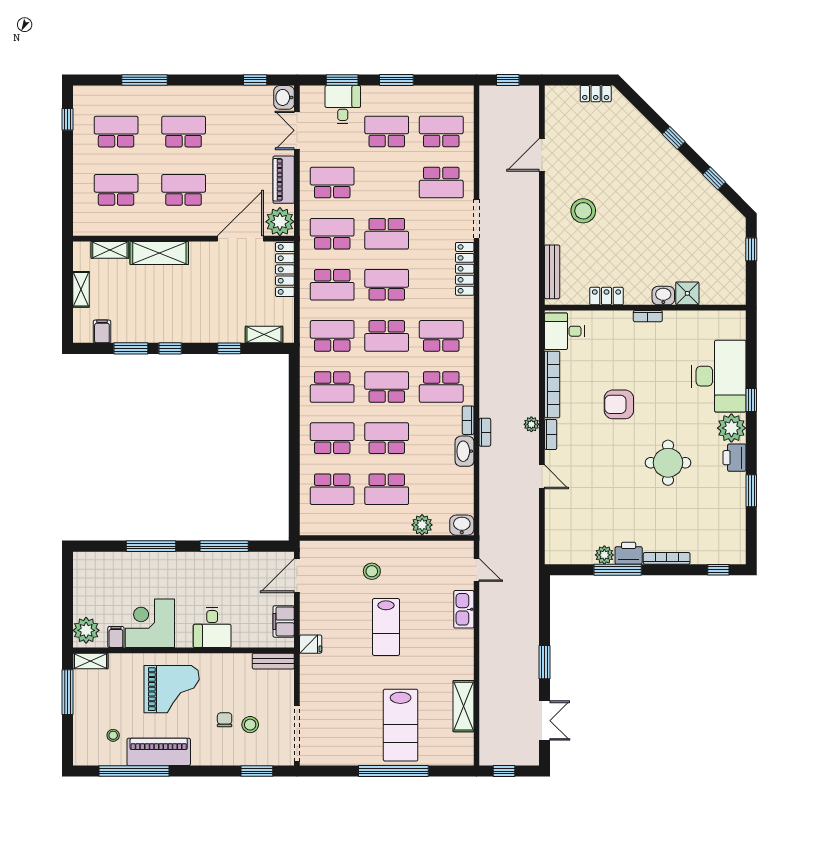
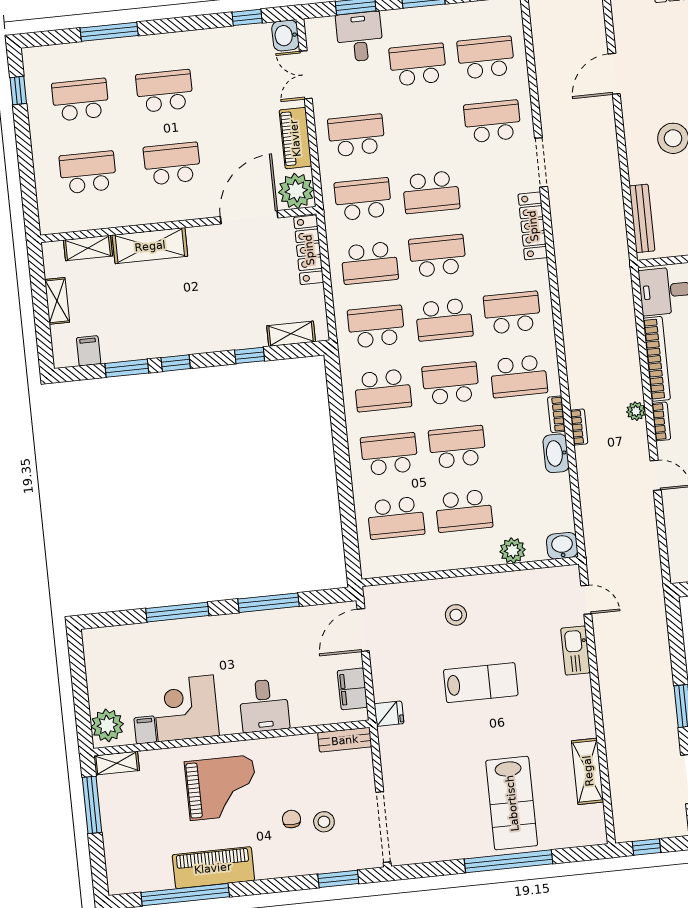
school desk: (441, 183) -> (492, 121), turned 180
lab bench: (386, 627) -> (481, 683), turned -90
stool: (113, 735) -> (154, 853), removed

